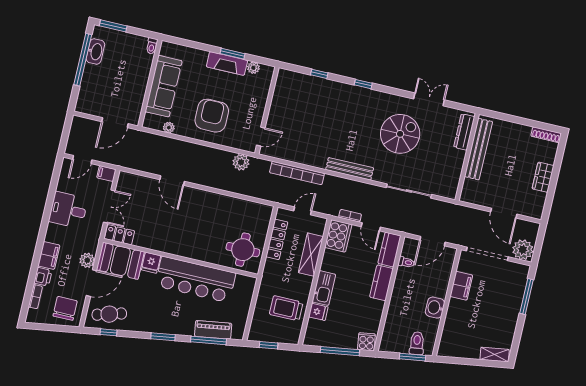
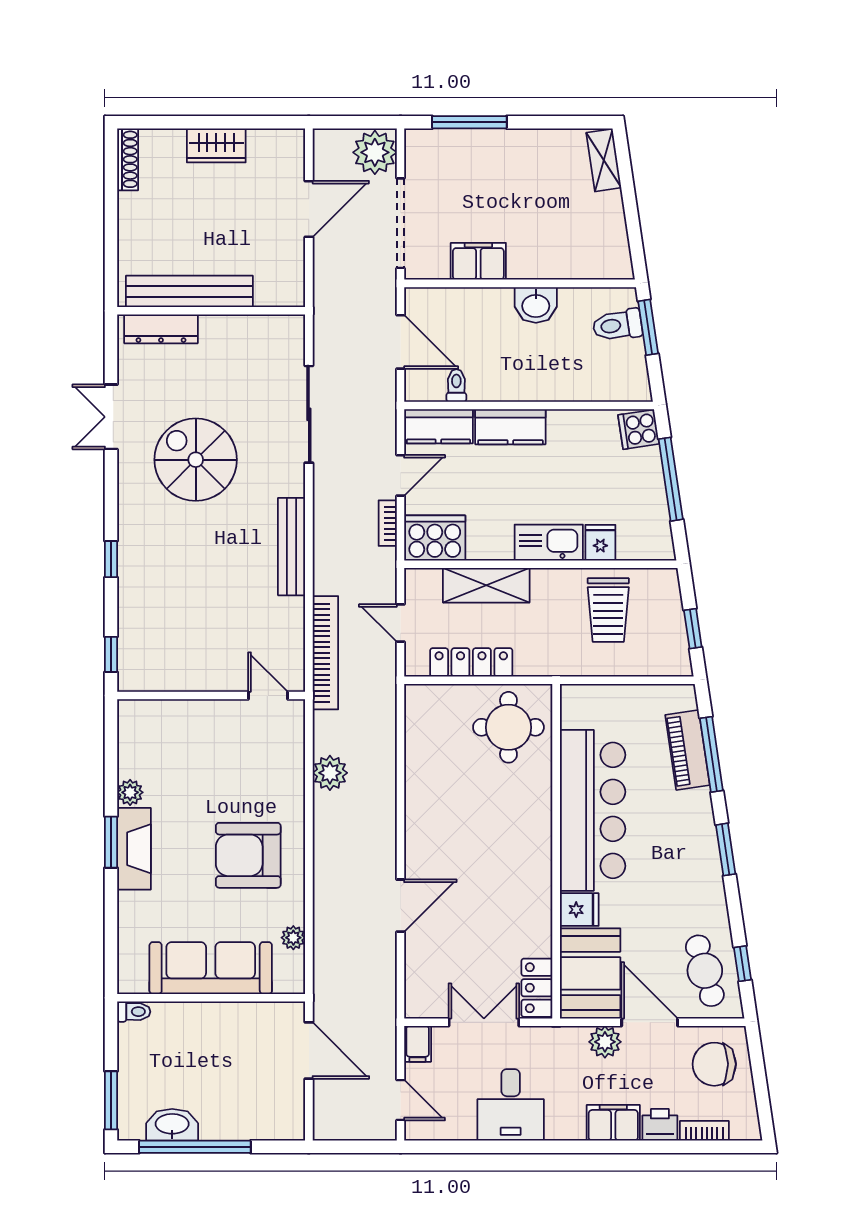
wall: (267, 110) -> (211, 695), moved
door: (261, 137) -> (268, 695), moved

